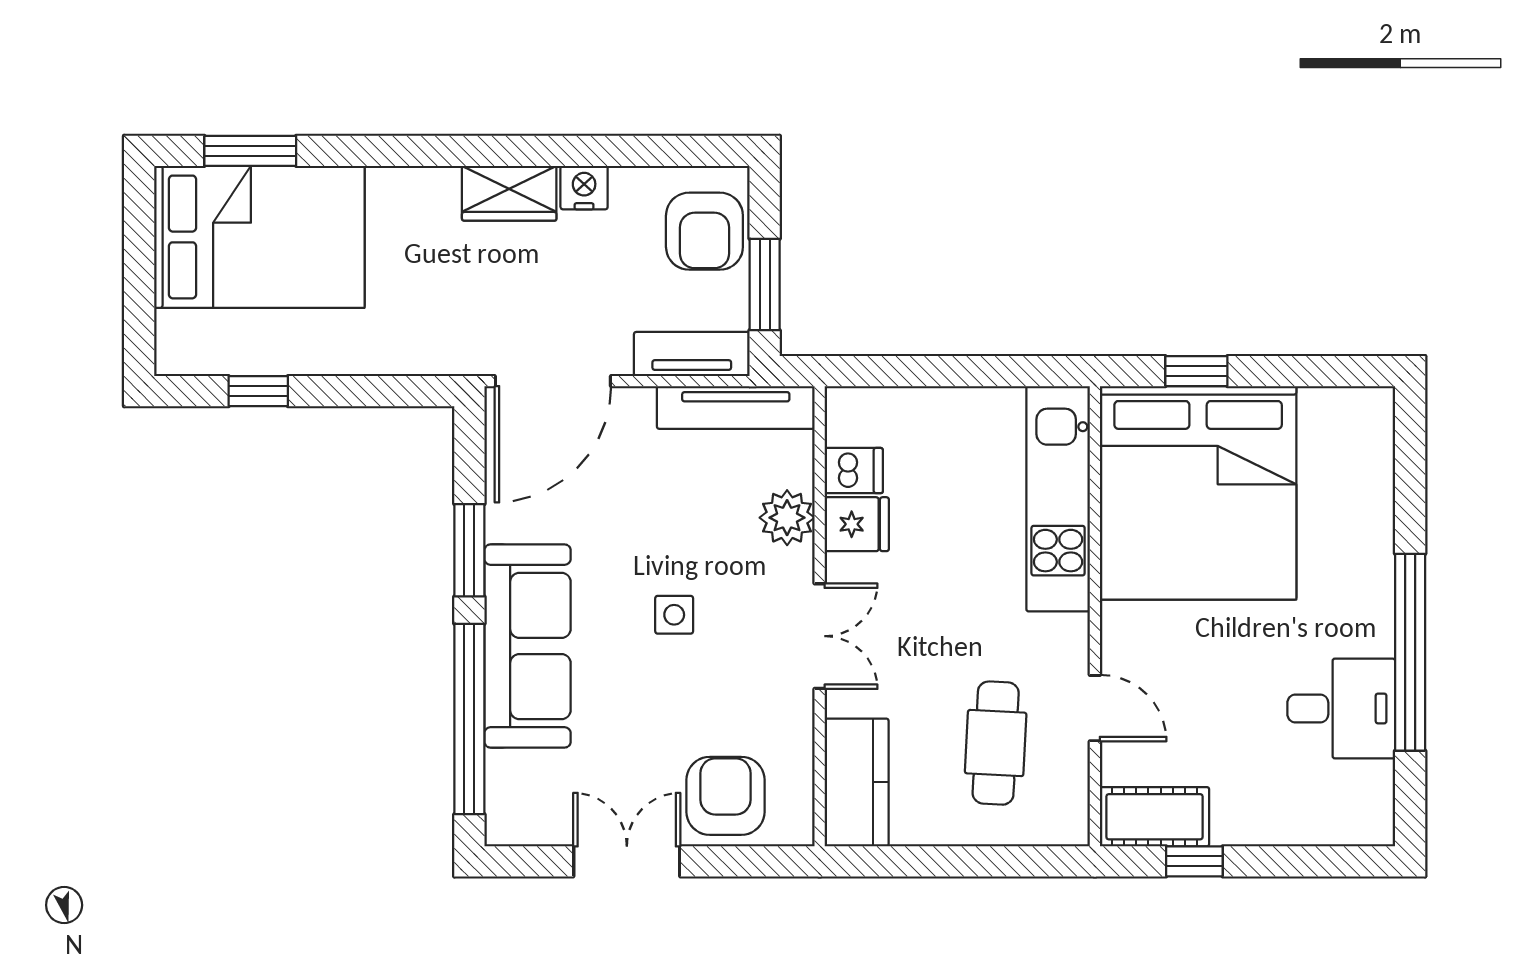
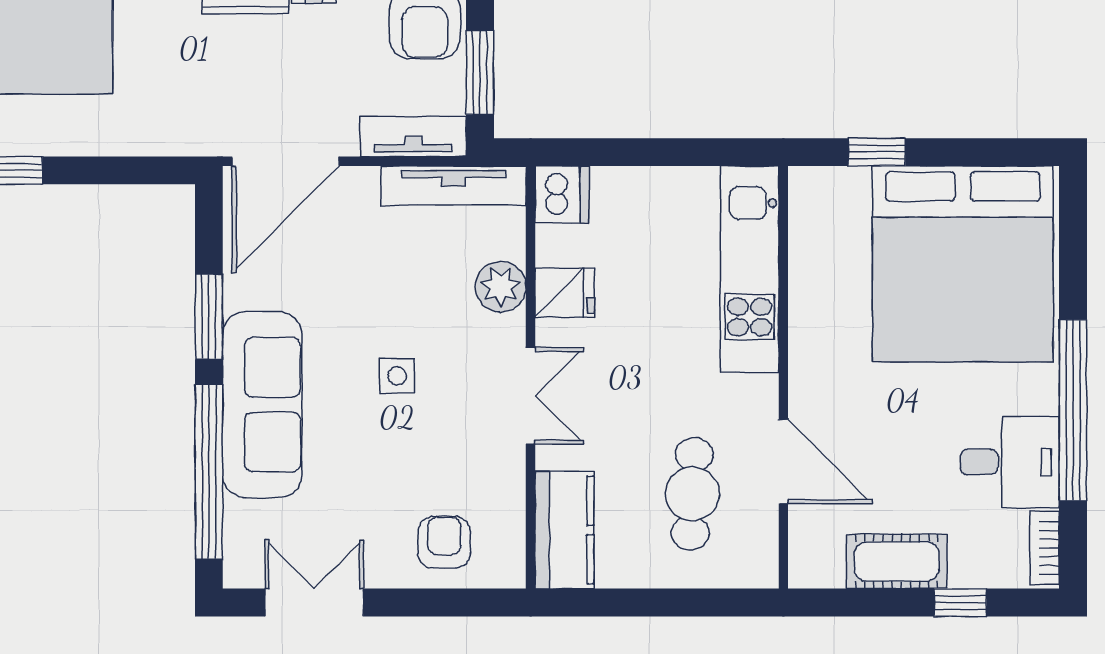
dishwasher: (854, 471) -> (562, 194), moved, width x1.38
bed: (1198, 493) -> (963, 264), moved
door: (1095, 708) -> (783, 462), width x1.38
armchair: (726, 796) -> (444, 542), width x0.72, depth x0.72
bookcase: (1379, 802) -> (1045, 548), added
cot: (1154, 817) -> (897, 561), moved
double door: (627, 861) -> (314, 603), moved
window: (1194, 861) -> (960, 603), moved

